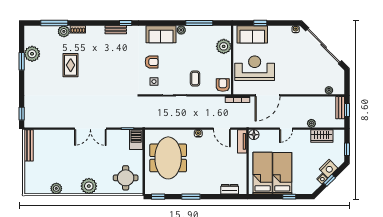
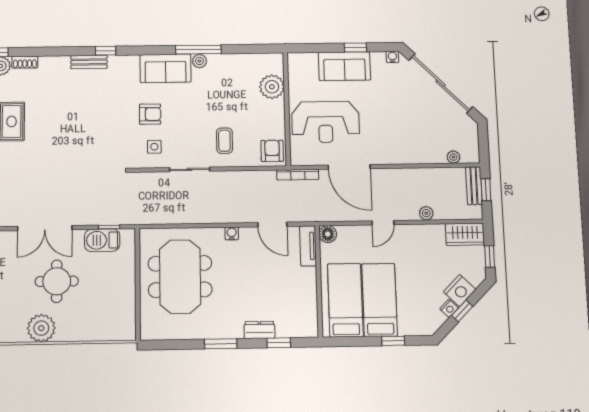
window: (199, 23) -> (198, 50), moved
window: (260, 23) -> (355, 47), moved
sofa: (252, 34) -> (344, 66), moved
reception desk: (255, 68) -> (325, 122), turned 180
door: (268, 95) -> (349, 167), hinge flipped
wardrobe: (322, 136) -> (465, 234), moved
barbecue: (136, 140) -> (102, 240), moved, turned -90
round table: (126, 178) -> (57, 281), moved
dresser: (230, 189) -> (259, 330), moved
window: (158, 197) -> (279, 343), moved

